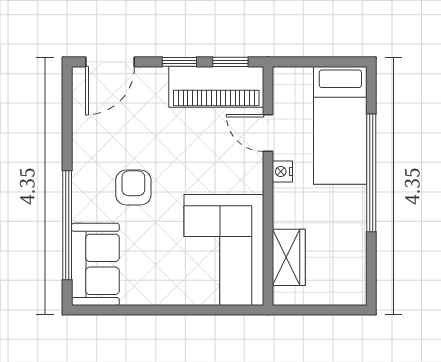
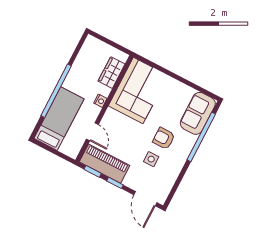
door: (110, 62) -> (145, 199), swing flipped
side table: (137, 138) -> (151, 159), added
nightstand: (282, 171) -> (100, 101), moved
armchair: (133, 188) -> (164, 138), turned 90

